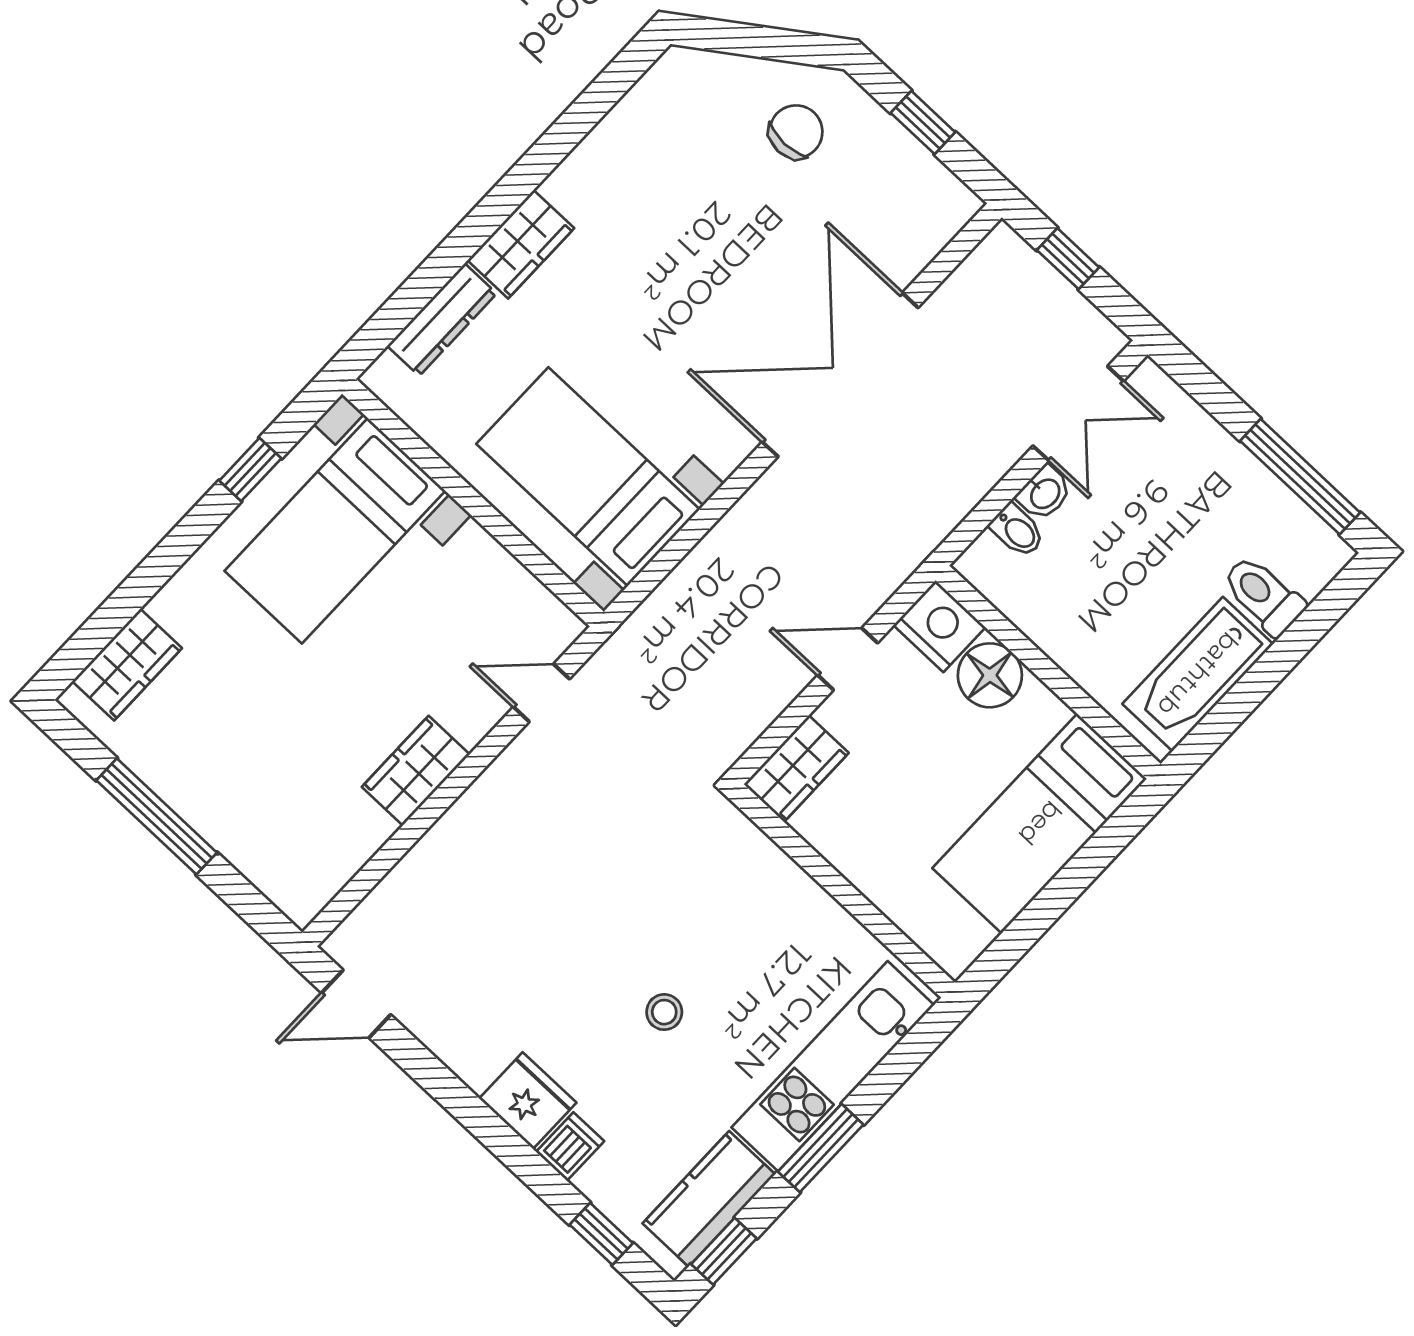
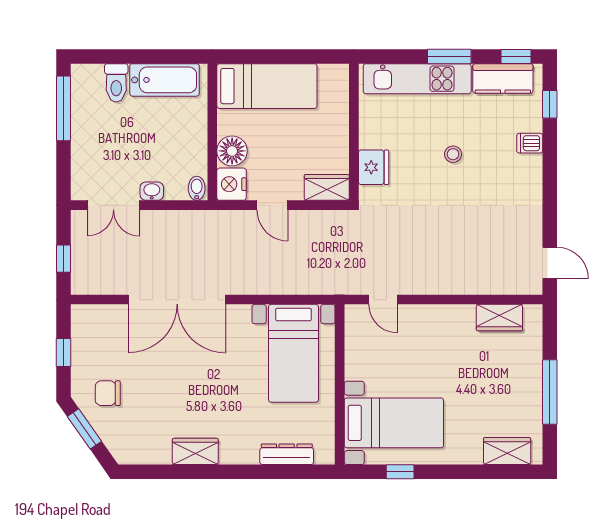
window: (775, 44) -> (84, 429), added
wardrobe: (521, 244) -> (195, 451), moved
double door: (1078, 413) -> (113, 205), swing flipped
bidet: (1017, 531) -> (197, 188), moved
wardrobe: (416, 771) -> (499, 318), moved
fridge: (528, 1101) -> (374, 167), moved, turned 180

